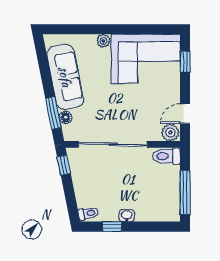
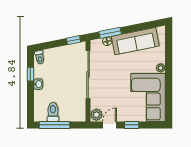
window: (185, 62) -> (132, 125), moved
door: (185, 114) -> (110, 125), hinge flipped
toilet: (166, 156) -> (53, 112), moved

